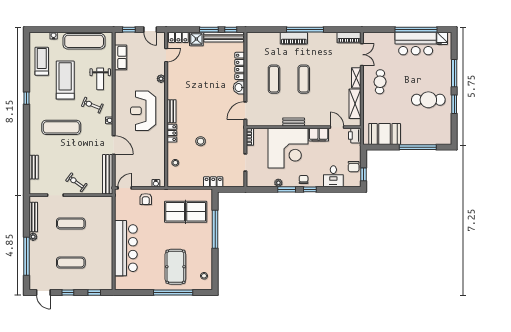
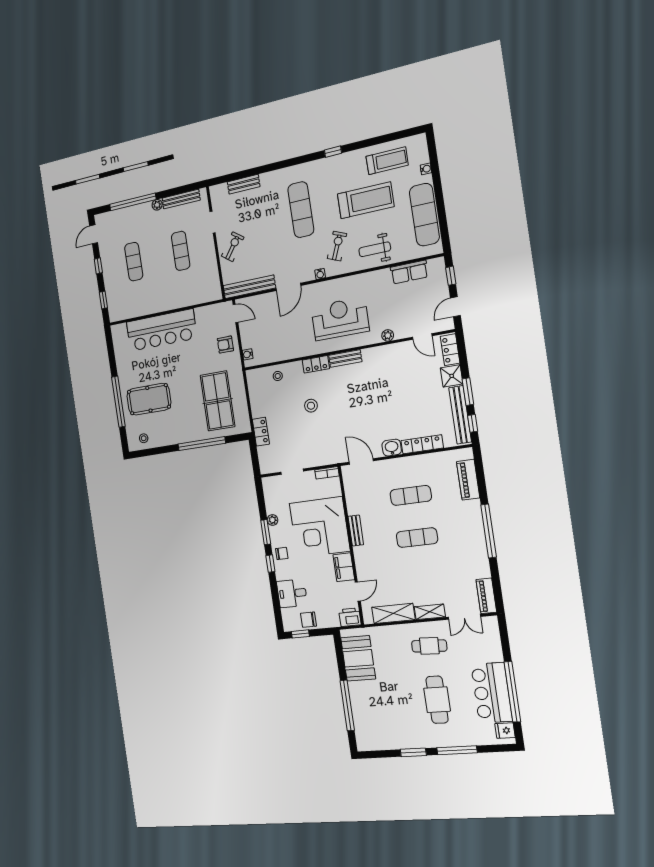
piano: (294, 38) -> (468, 480), moved
cafe table: (428, 100) -> (437, 700), moved

